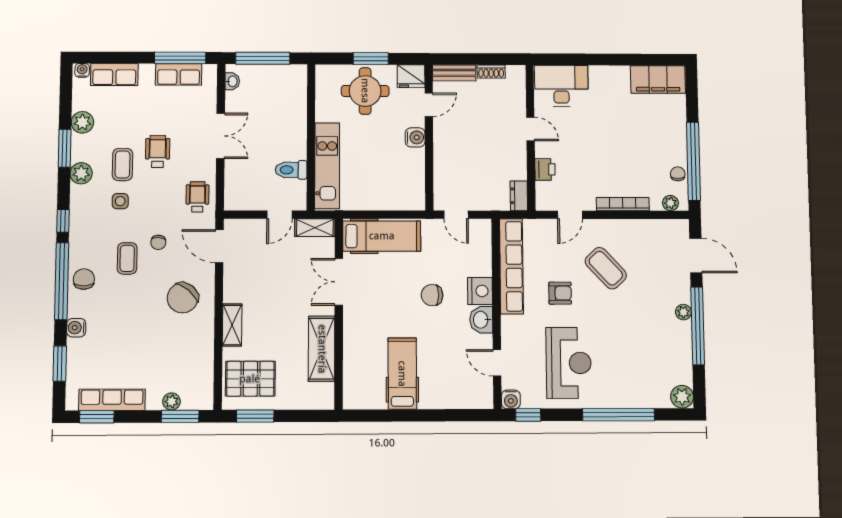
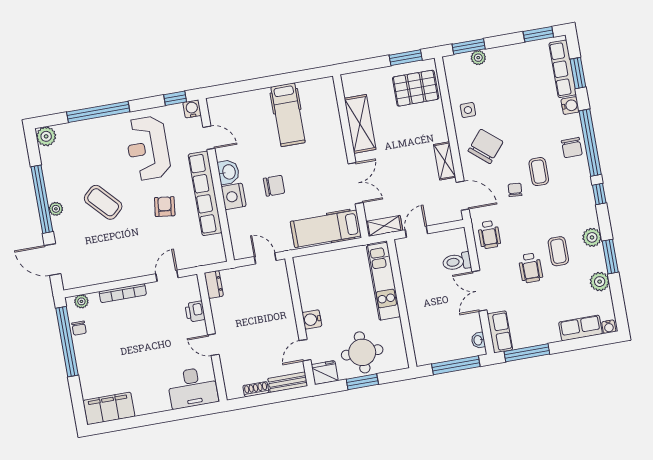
row of seats: (179, 75) -> (500, 332), moved, turned 90
toilet: (291, 170) -> (457, 262), moved, turned 180
side table: (120, 201) -> (468, 110), moved
row of seats: (511, 266) -> (205, 193), moved
coffee table: (606, 268) -> (103, 202), moved
armchair: (560, 293) -> (165, 207), turned 97
shelving: (232, 325) -> (445, 161), moved
row of seats: (112, 400) -> (563, 69), moved, turned 90

